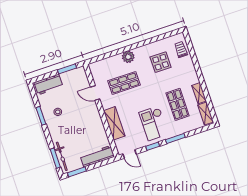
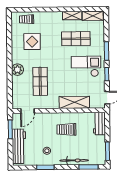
workbench: (48, 84) -> (19, 146), width x1.37
door: (95, 93) -> (28, 111), moved
checkout: (154, 123) -> (86, 66), turned 180
trolley: (85, 124) -> (66, 129), added
bicycle: (62, 156) -> (74, 160), moved
workbench: (97, 156) -> (99, 124), width x0.73

